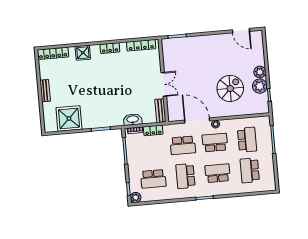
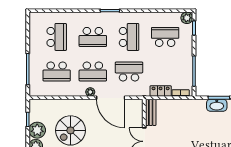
washbasin: (133, 119) -> (217, 105), moved
school desk: (247, 140) -> (57, 71), turned -90

